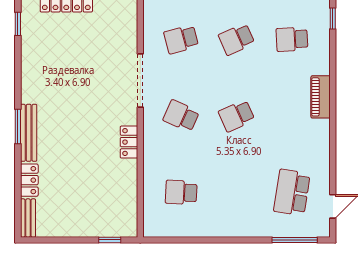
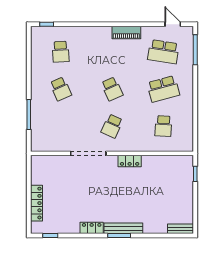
school desk: (181, 39) -> (163, 89), moved, width x1.85
piano: (321, 97) -> (126, 33), moved
locker: (29, 180) -> (92, 228), moved

